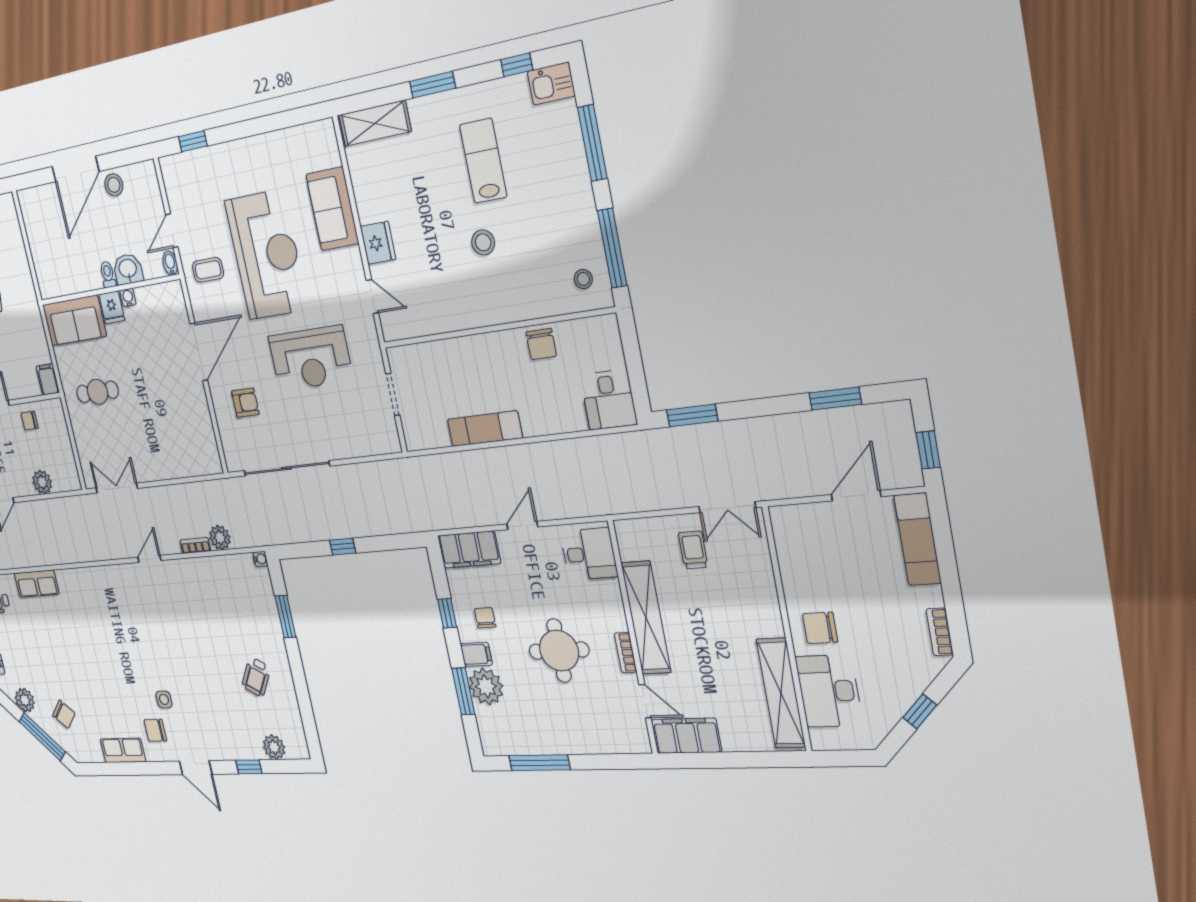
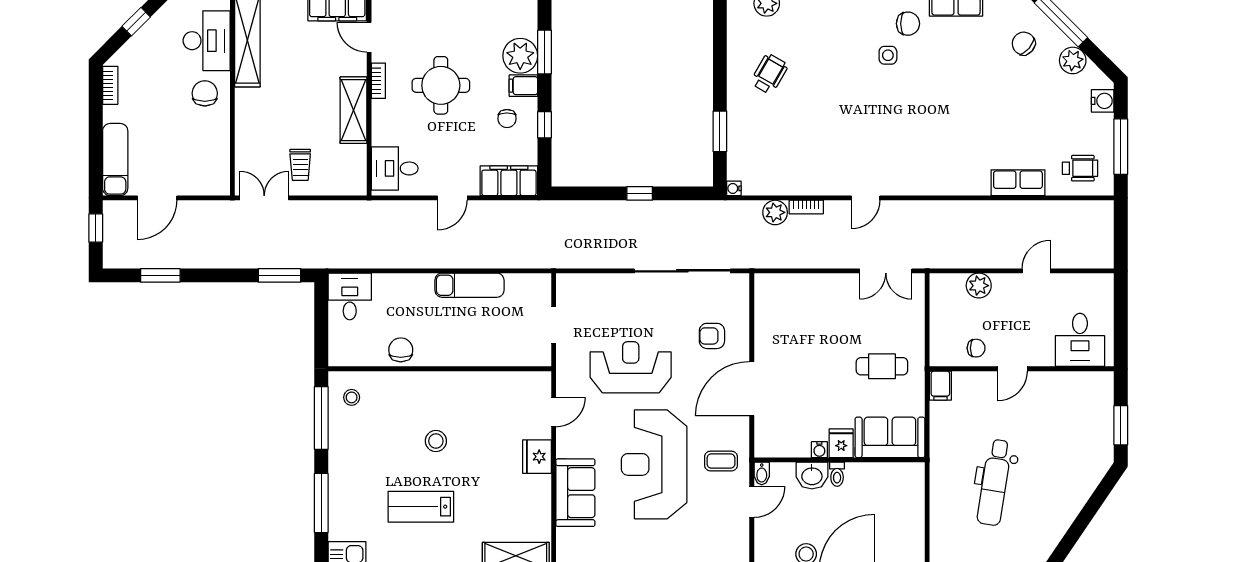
lab bench: (483, 161) -> (421, 507), turned 90
door: (372, 297) -> (554, 412), swing flipped
shelving: (646, 618) -> (354, 110), width x0.68
chair: (820, 628) -> (205, 93), turned -90

